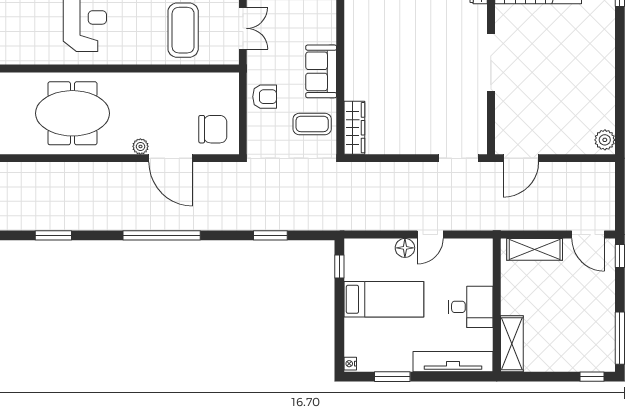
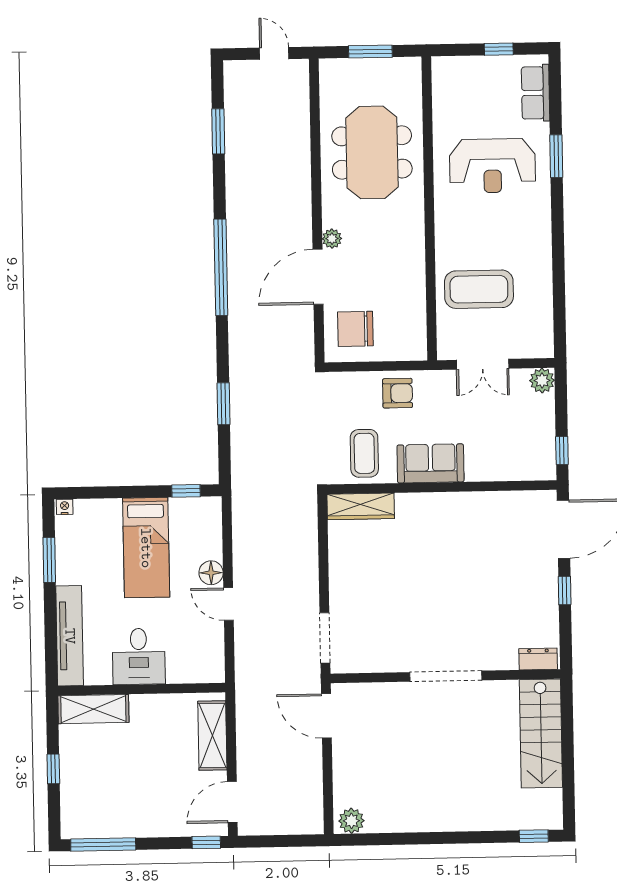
armchair: (265, 97) -> (398, 393), turned -90
chair: (213, 129) -> (355, 329), turned 90
window: (592, 377) -> (53, 769), moved

